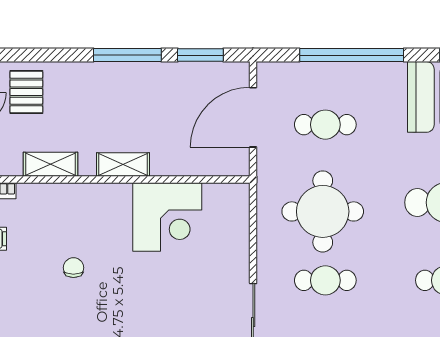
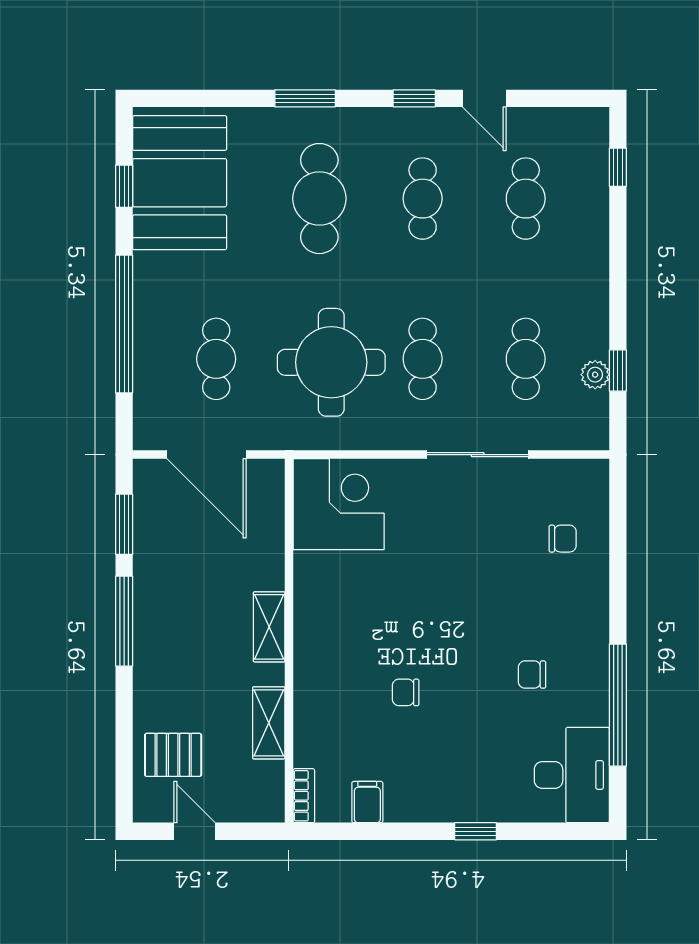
corner desk: (167, 217) -> (339, 504), moved

